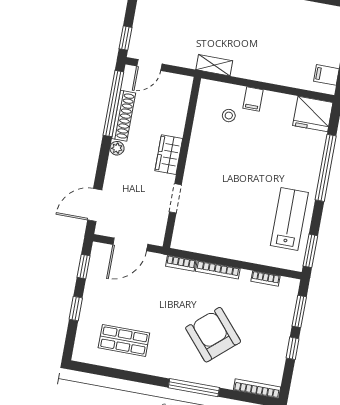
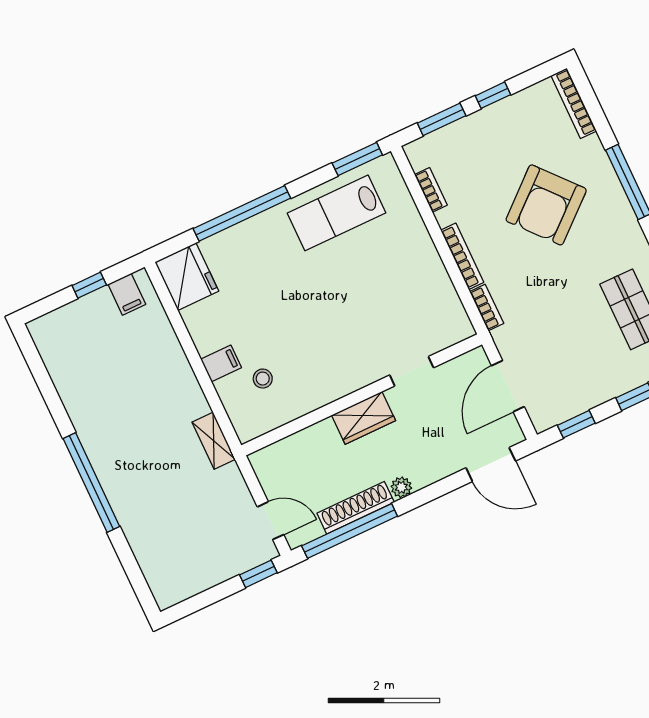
door: (130, 244) -> (508, 386), swing flipped

